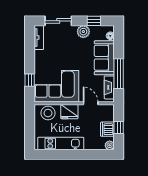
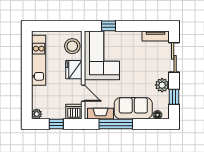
door: (91, 103) -> (83, 93), hinge flipped
dishwasher: (107, 129) -> (74, 112), moved

